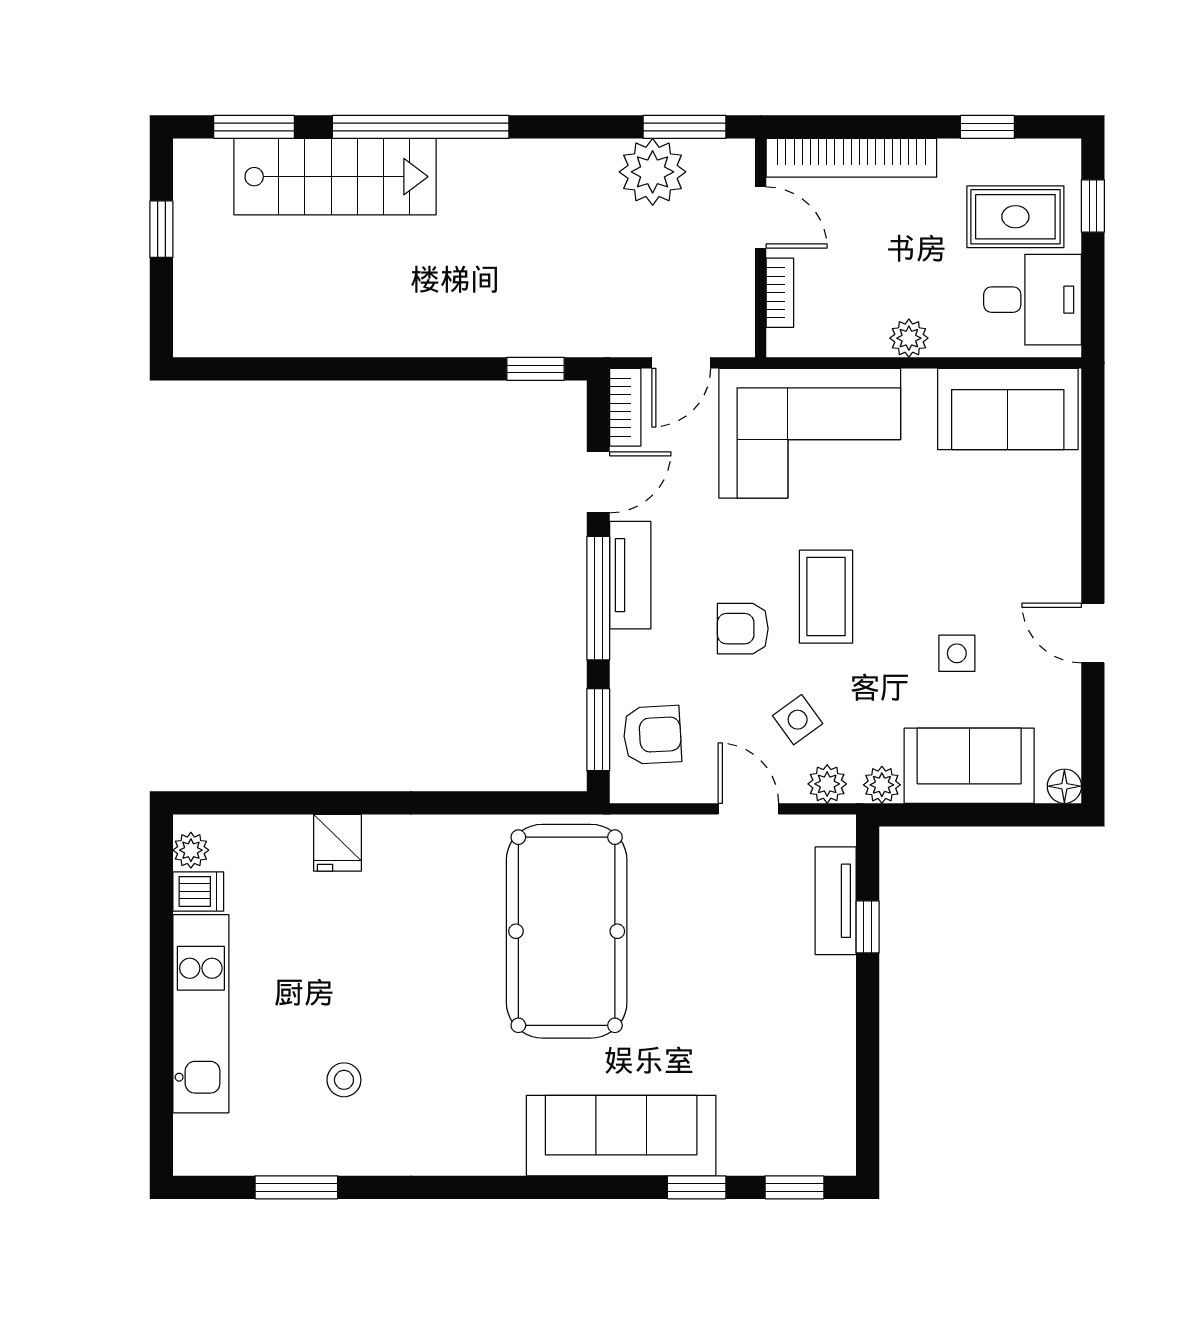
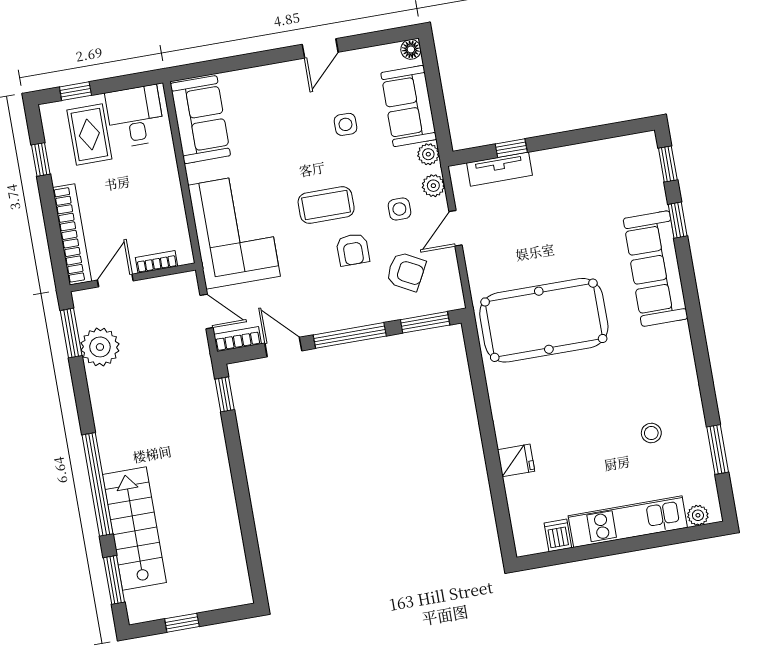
plant: (909, 338) -> (170, 183), removed
tv unit: (630, 575) -> (333, 319), removed
side table: (798, 720) -> (399, 209), turned 36
armchair: (652, 735) -> (406, 272), moved, turned 121
plant: (191, 850) -> (698, 515), moved

